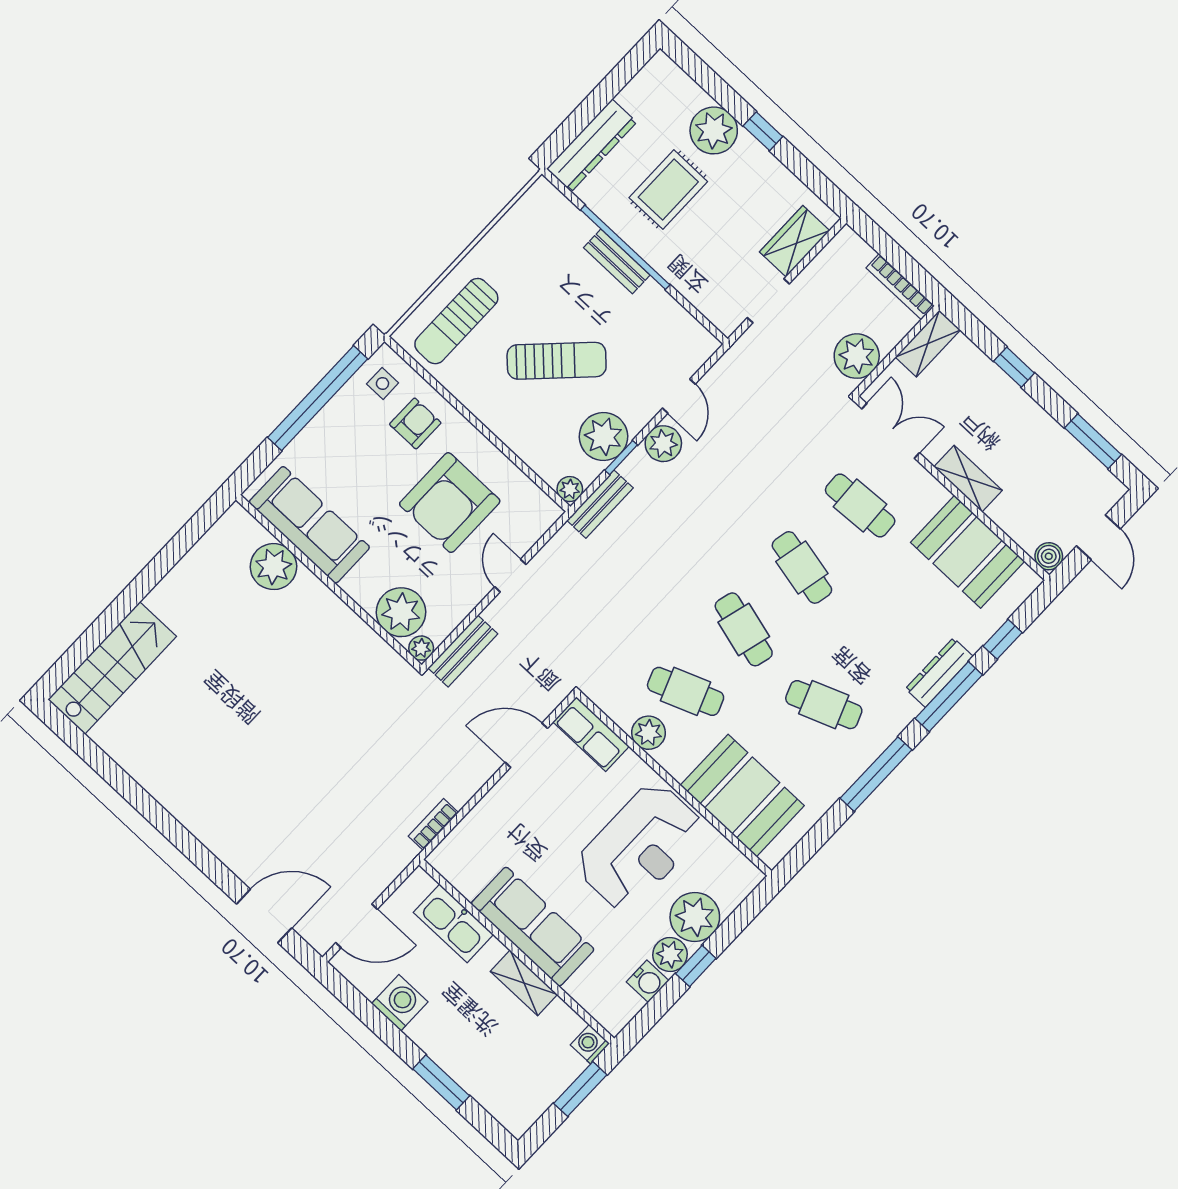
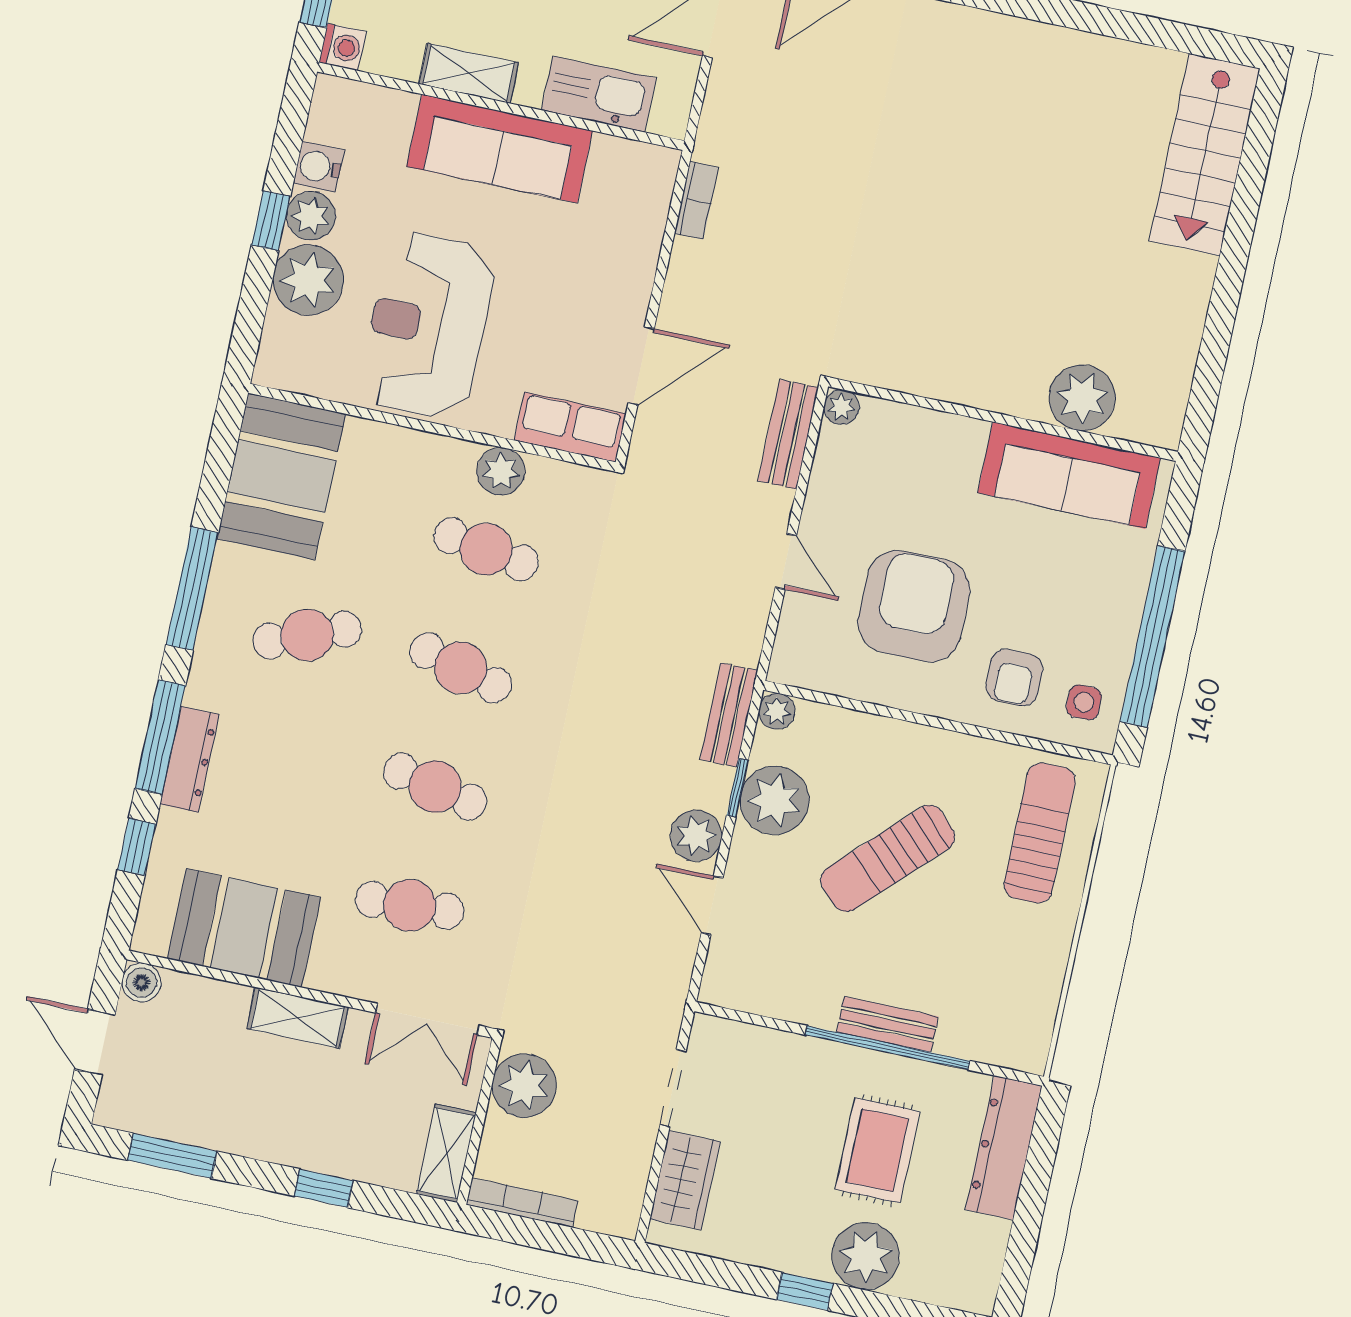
plant: (401, 612) -> (893, 436), removed
cafe table: (686, 691) -> (486, 549), turned 30
booth: (742, 795) -> (281, 476), moved, turned 90

